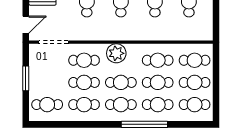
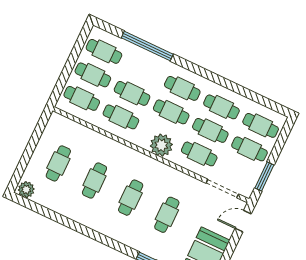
window: (26, 78) -> (264, 176), moved
cafe table: (158, 105) -> (249, 149), moved
window: (144, 124) -> (147, 46), moved

